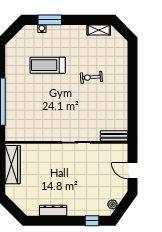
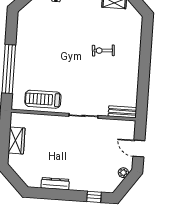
treadmill: (48, 65) -> (43, 99), moved
wardrobe: (13, 165) -> (17, 141), width x0.67
plant: (112, 204) -> (123, 173), moved

